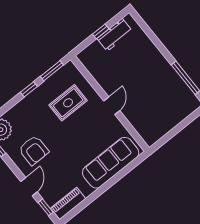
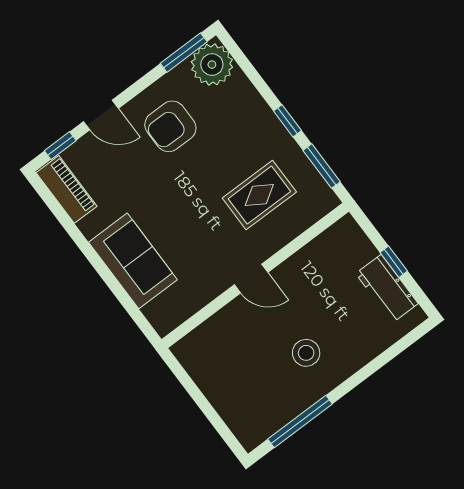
stool: (150, 76) -> (306, 353), added
rug: (68, 103) -> (259, 195), turned 90
sofa: (111, 163) -> (133, 261), width x0.73

